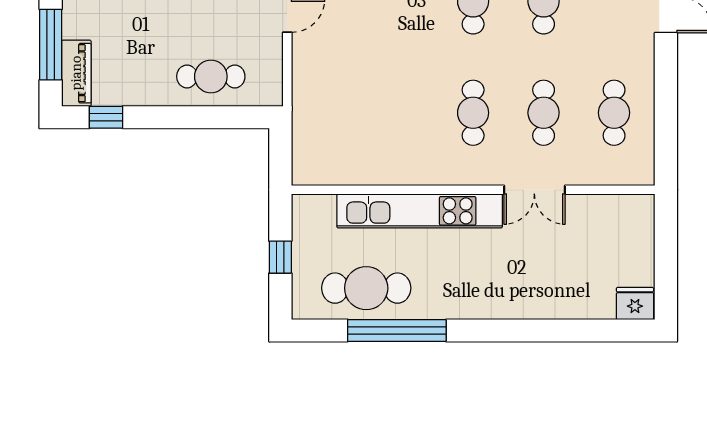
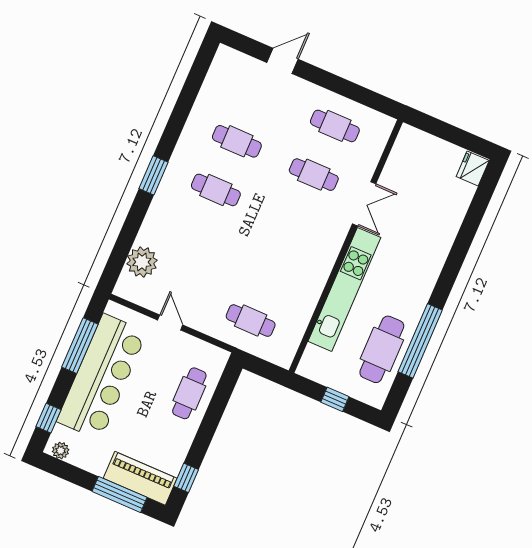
piano: (76, 73) -> (140, 478), width x1.37, depth x1.33
cafe table: (473, 113) -> (251, 321), moved

